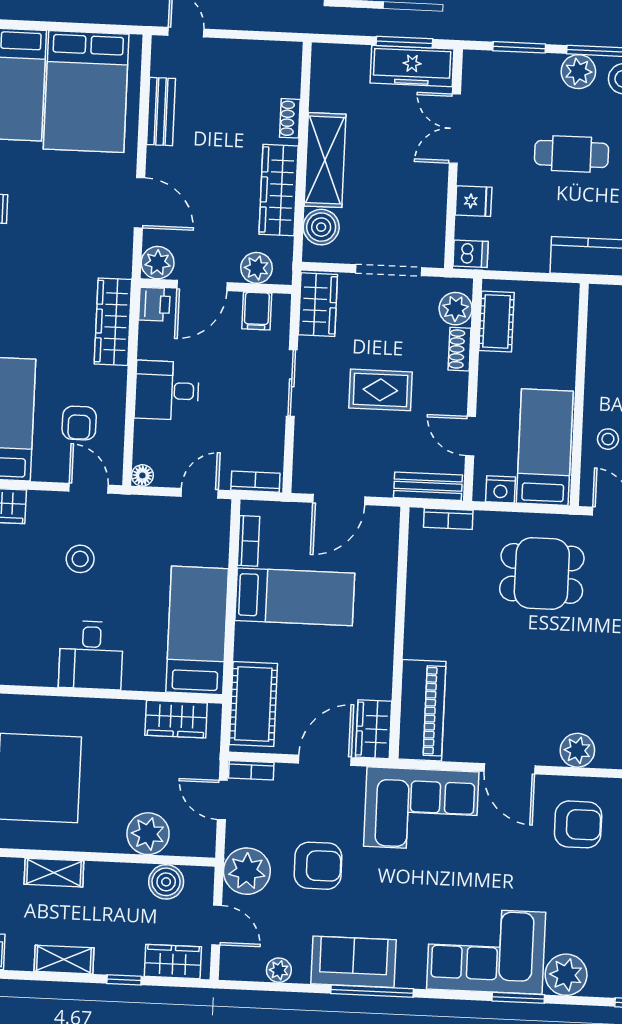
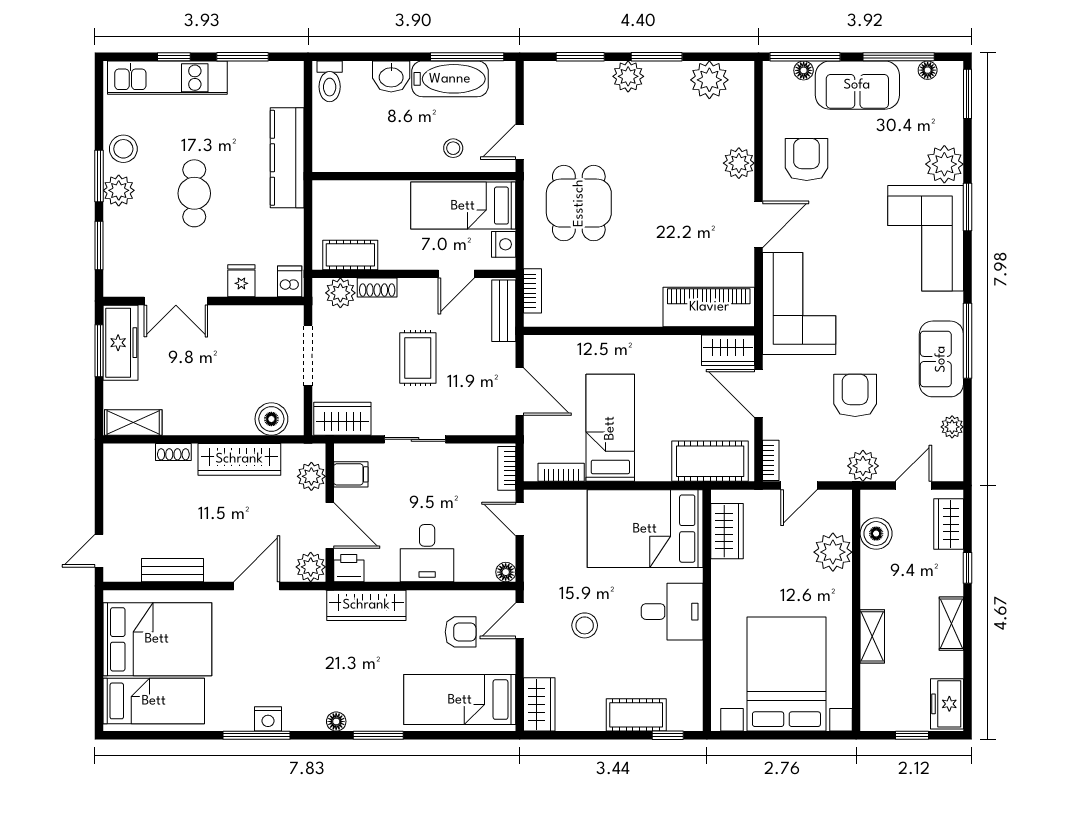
shelving: (325, 160) -> (133, 422), moved, width x0.67, depth x0.75
bed: (197, 630) -> (645, 529), width x1.50
plant: (247, 871) -> (863, 466), width x0.73, depth x0.73

